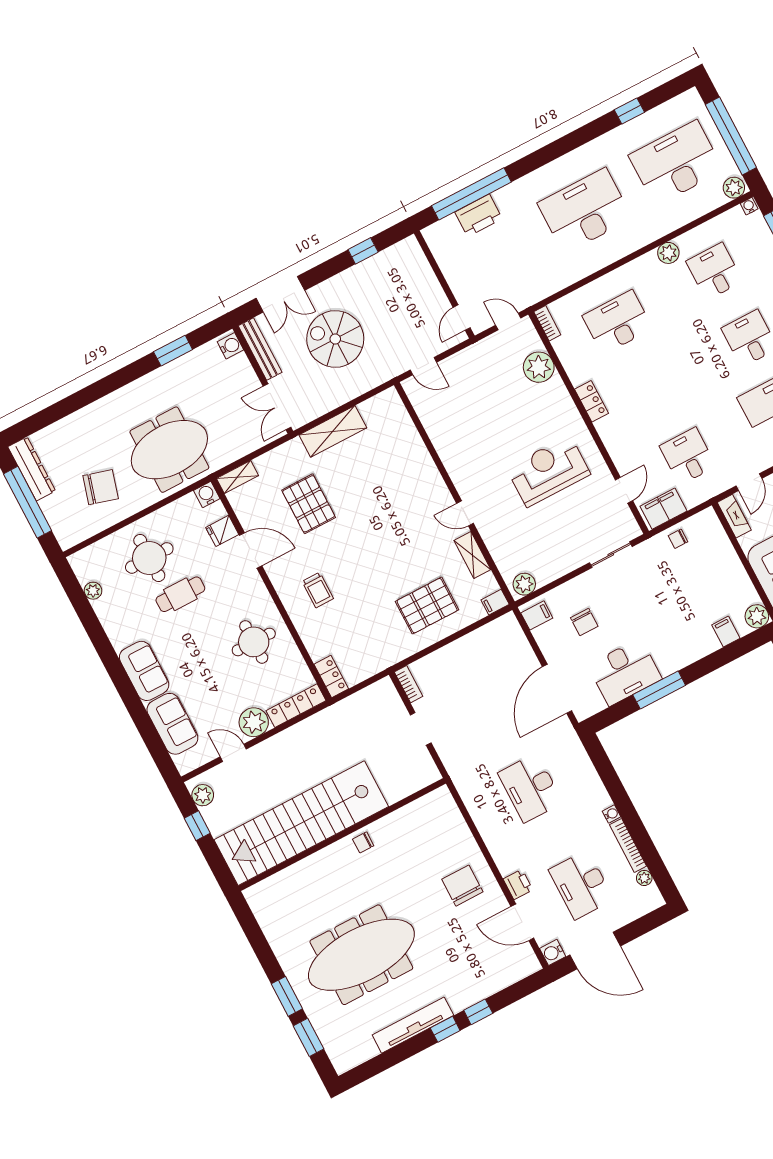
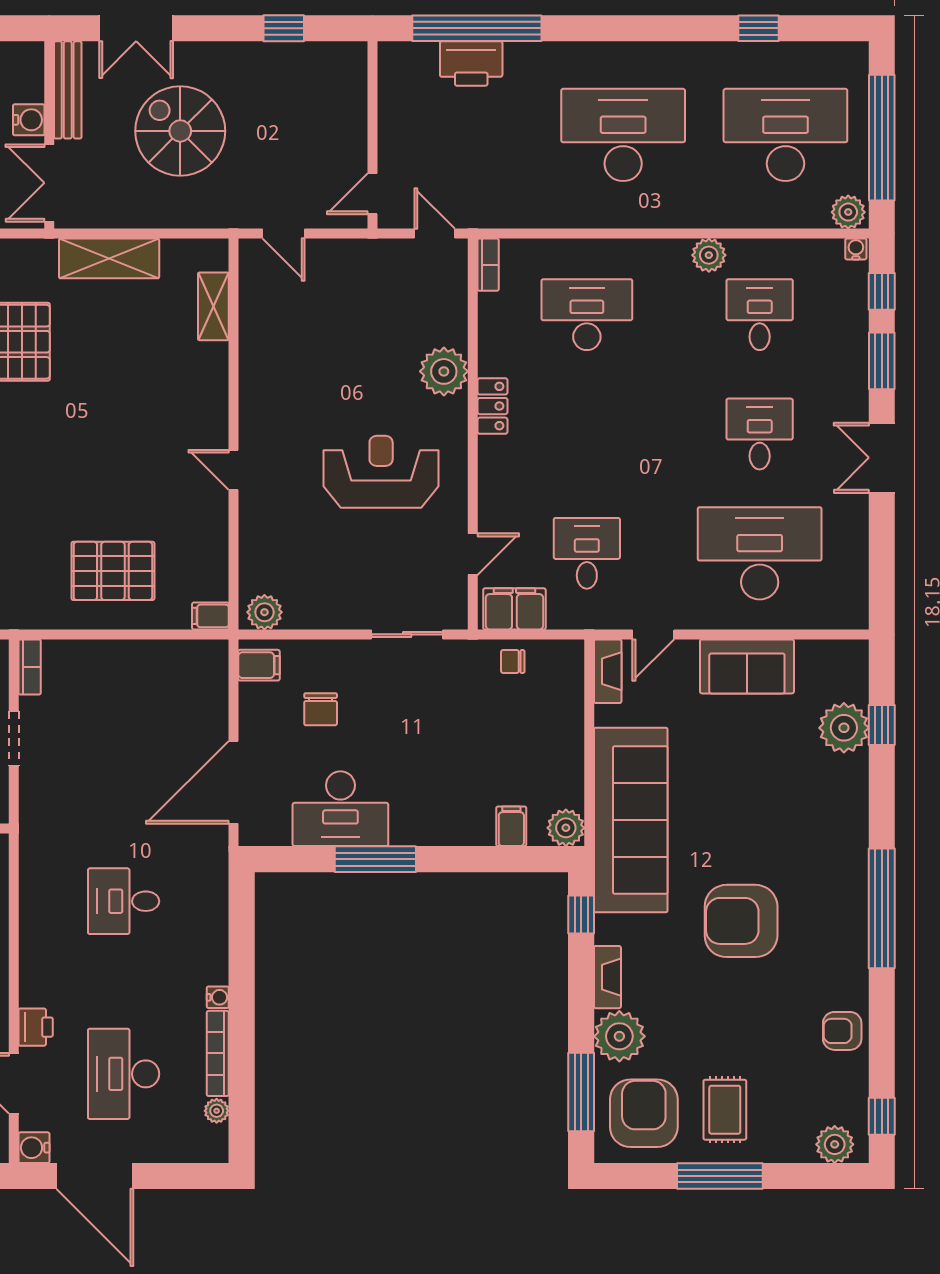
water cooler: (230, 346) -> (29, 120), moved
plant: (539, 367) -> (444, 371), moved
shelving: (472, 555) -> (213, 306), moved
desk: (530, 788) -> (124, 901), width x0.73

